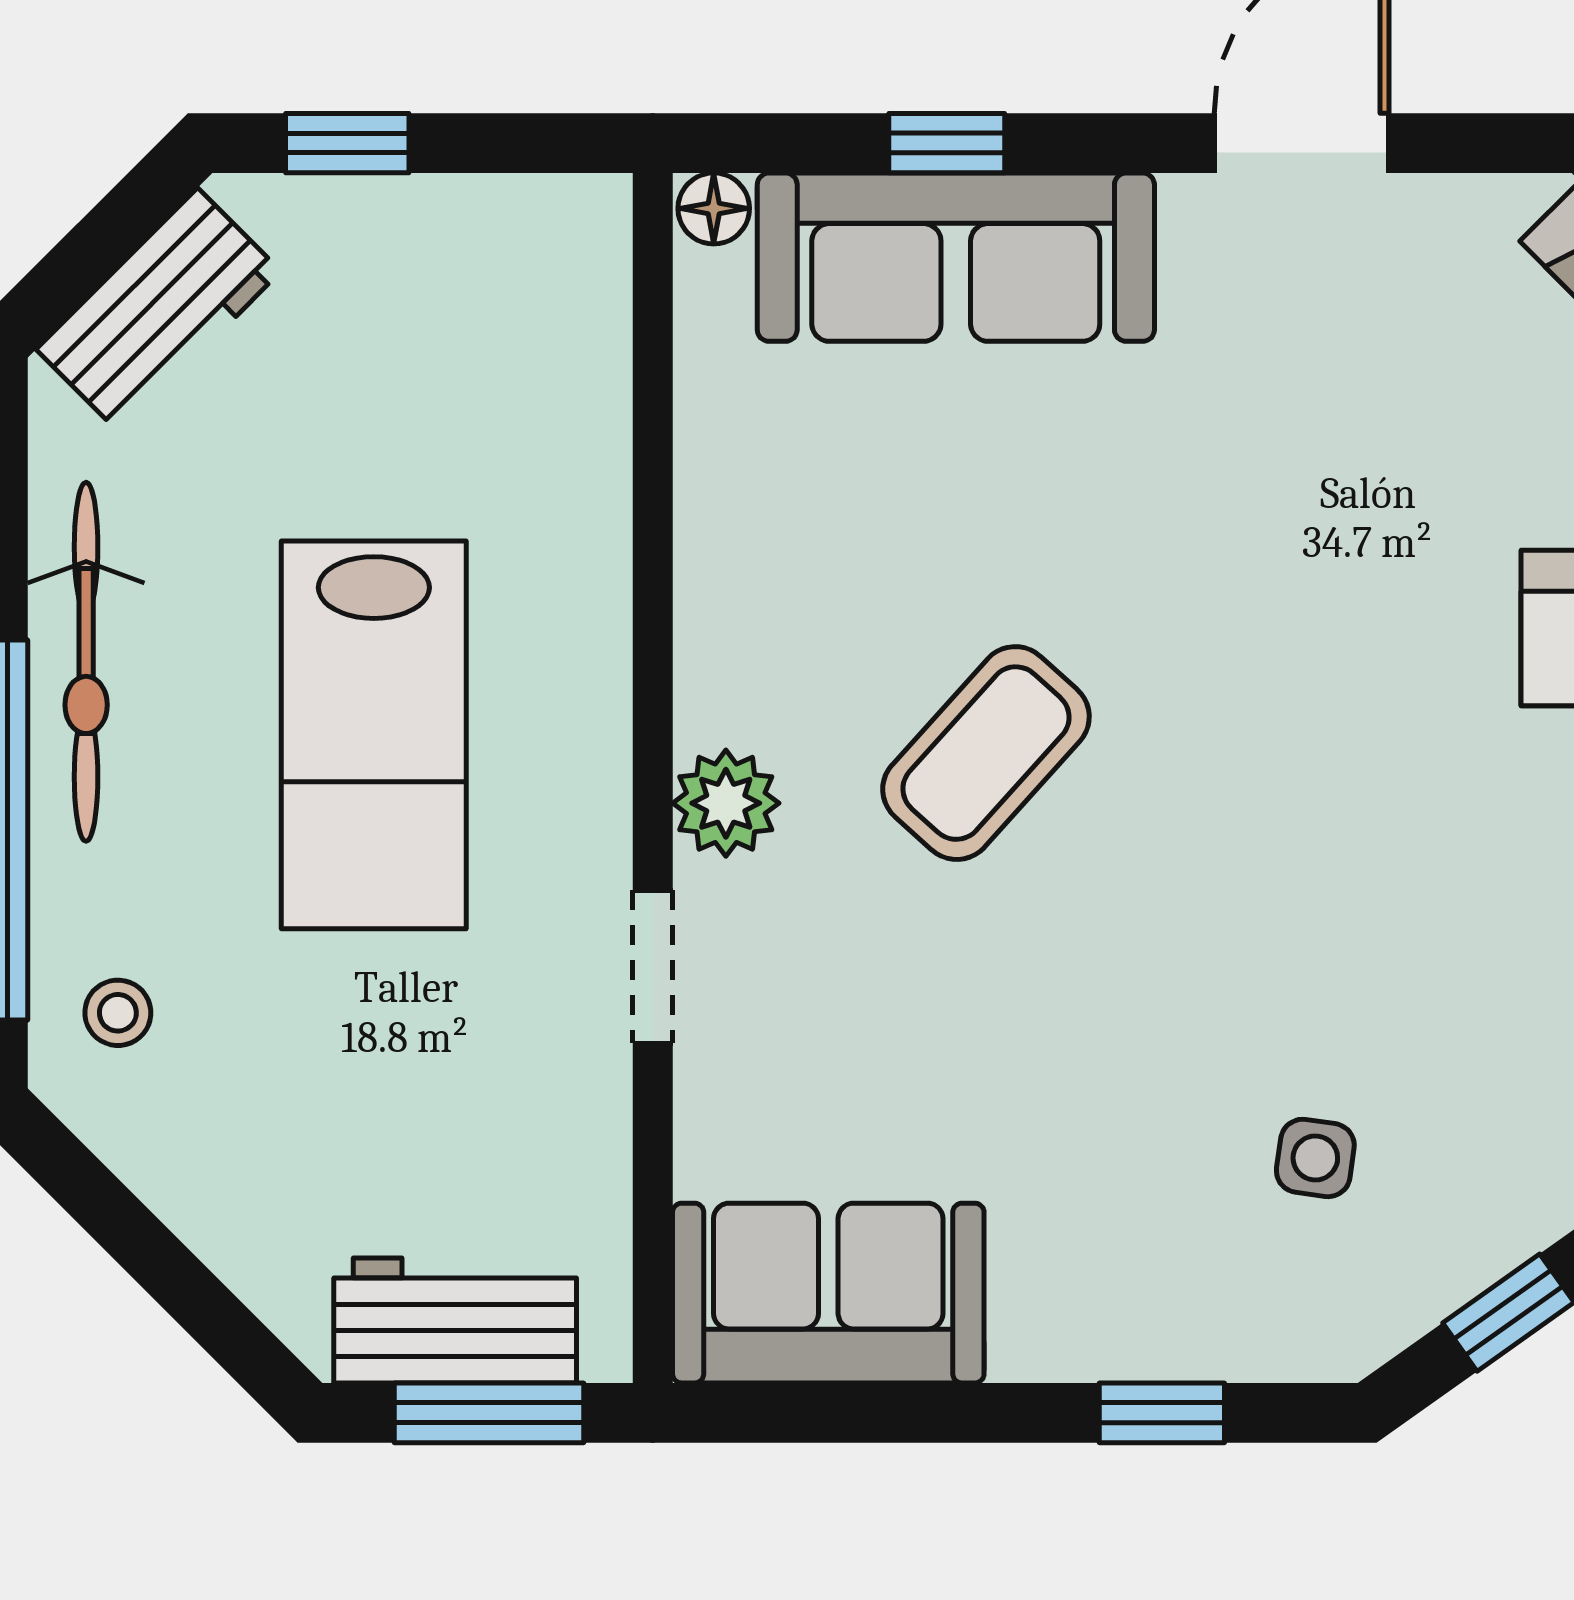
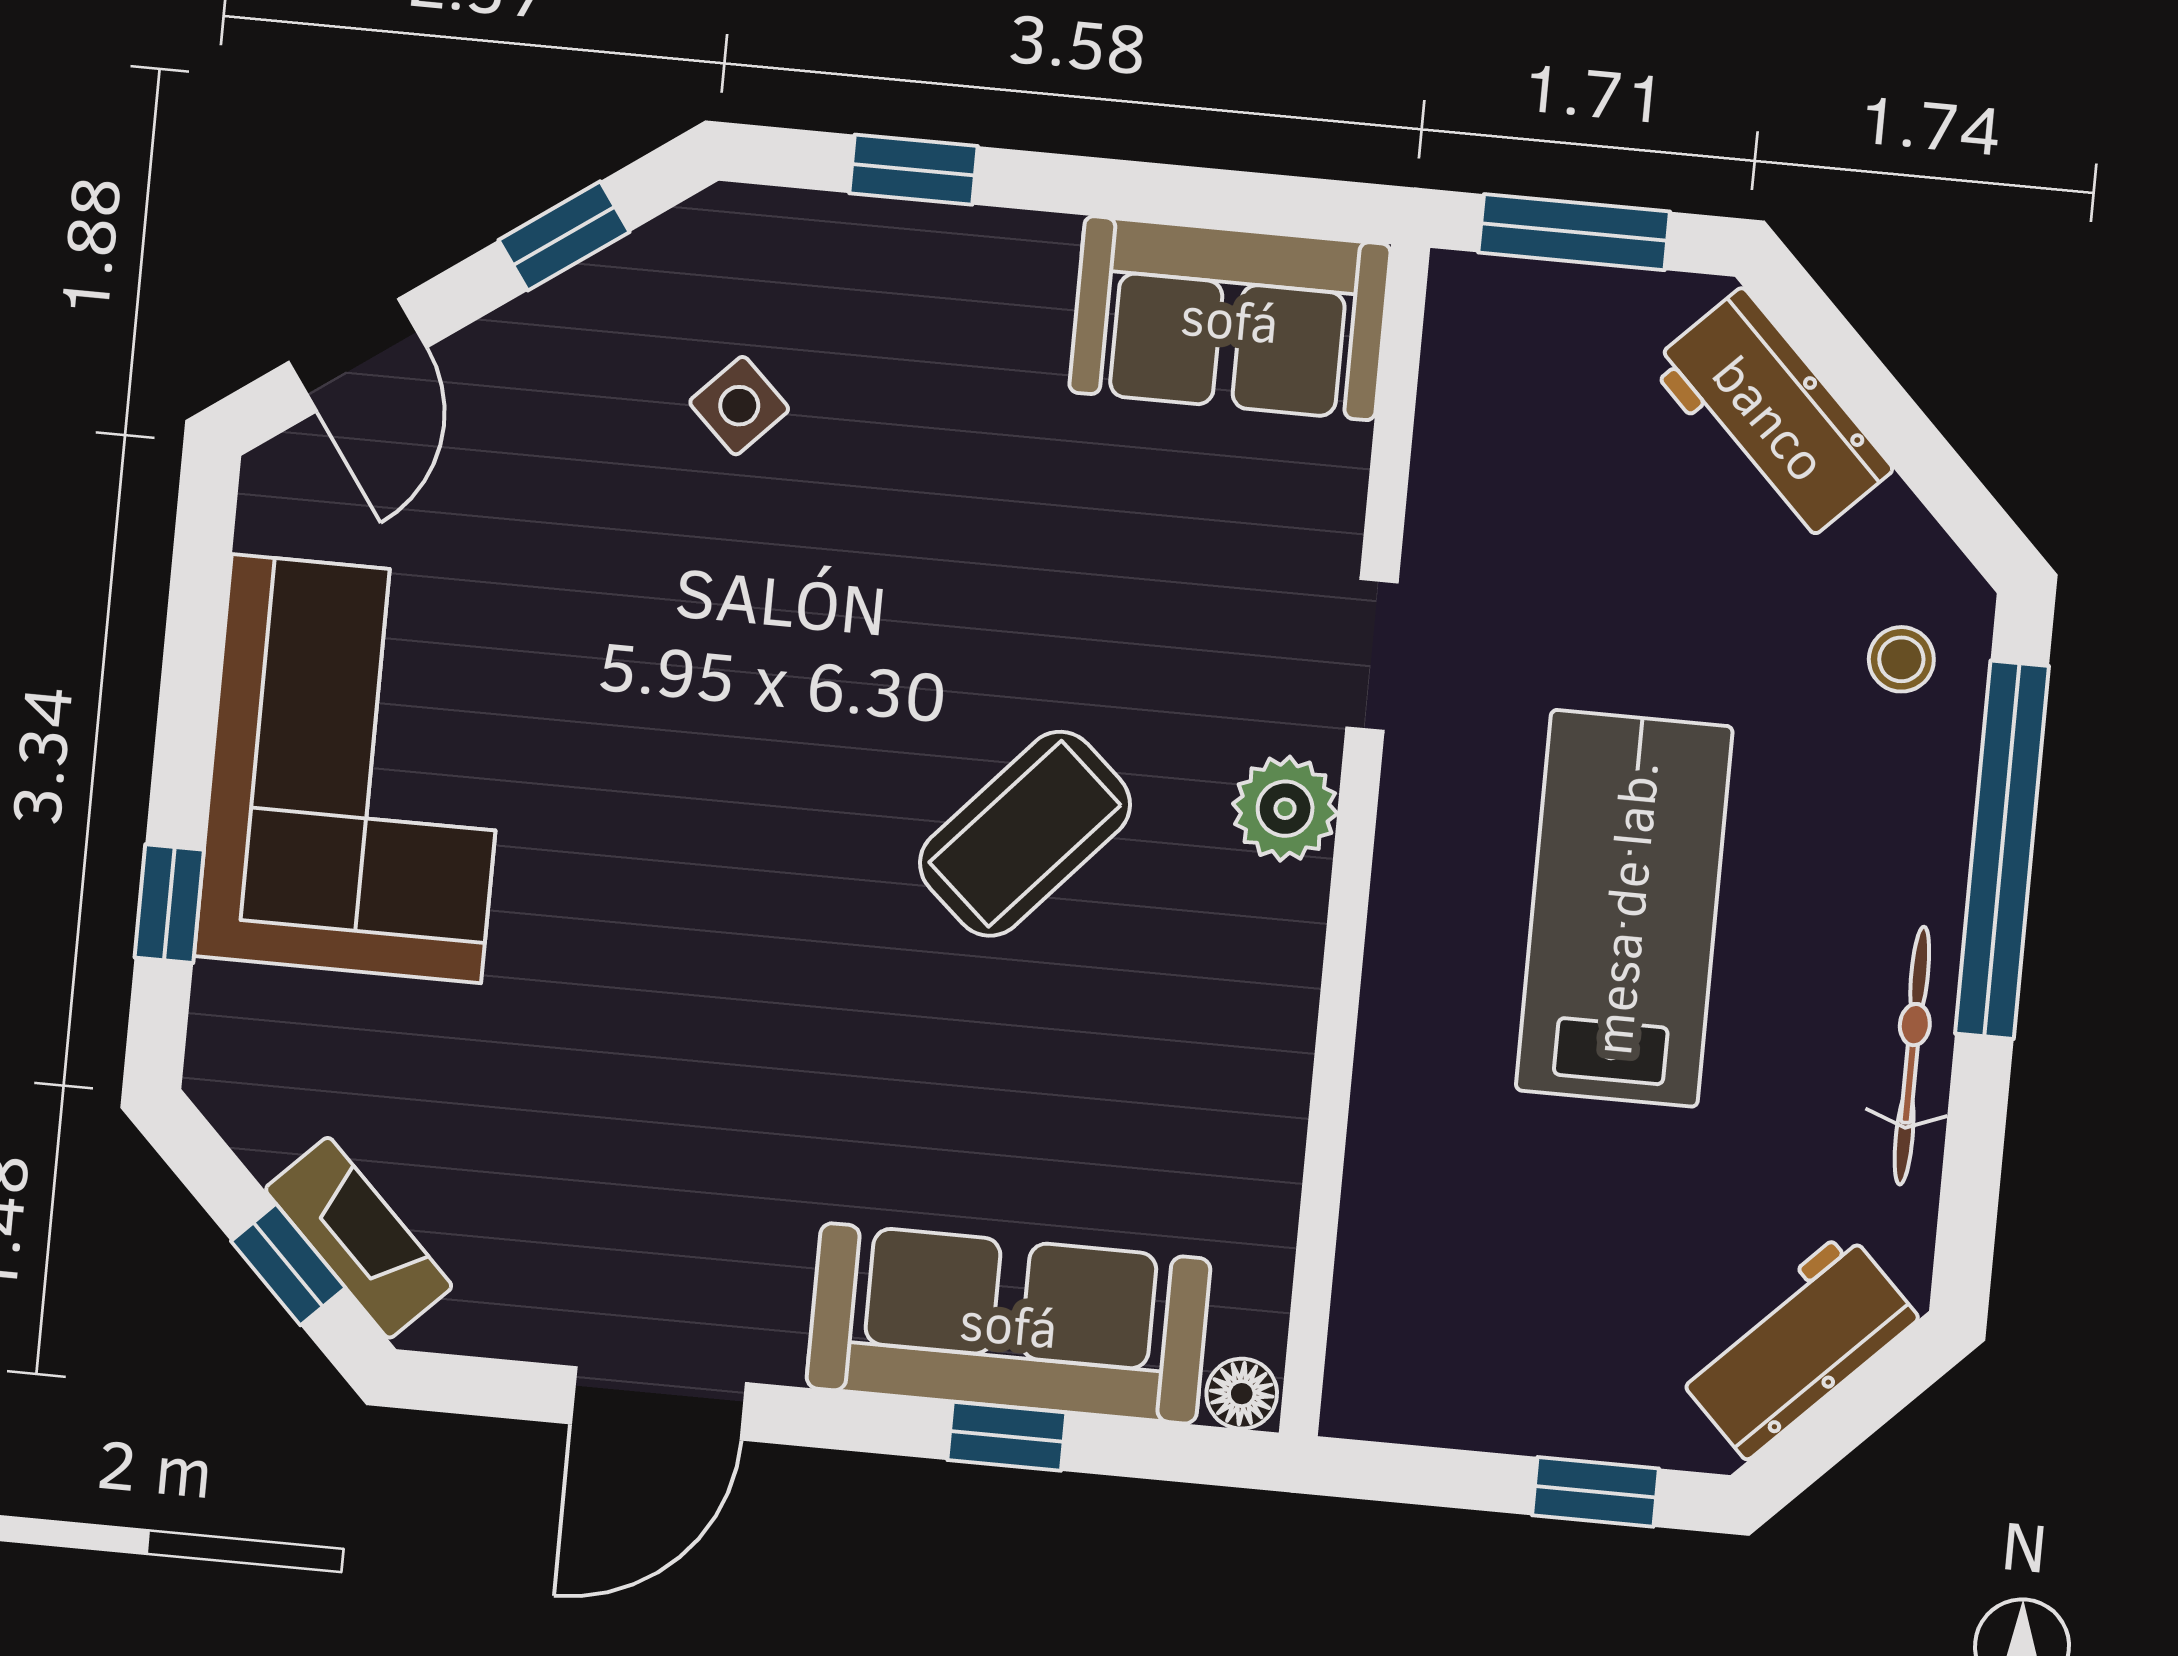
bicycle: (86, 662) -> (1912, 1056), width x0.73, depth x0.71
side table: (1315, 1158) -> (739, 406), turned 36
workbench: (455, 1320) -> (1771, 417), moved, turned 45

